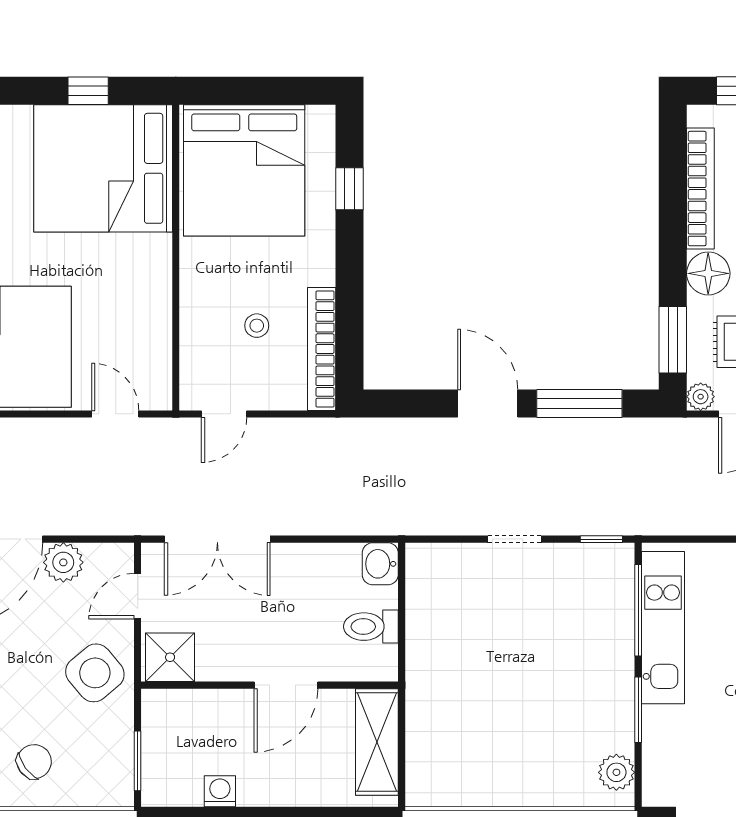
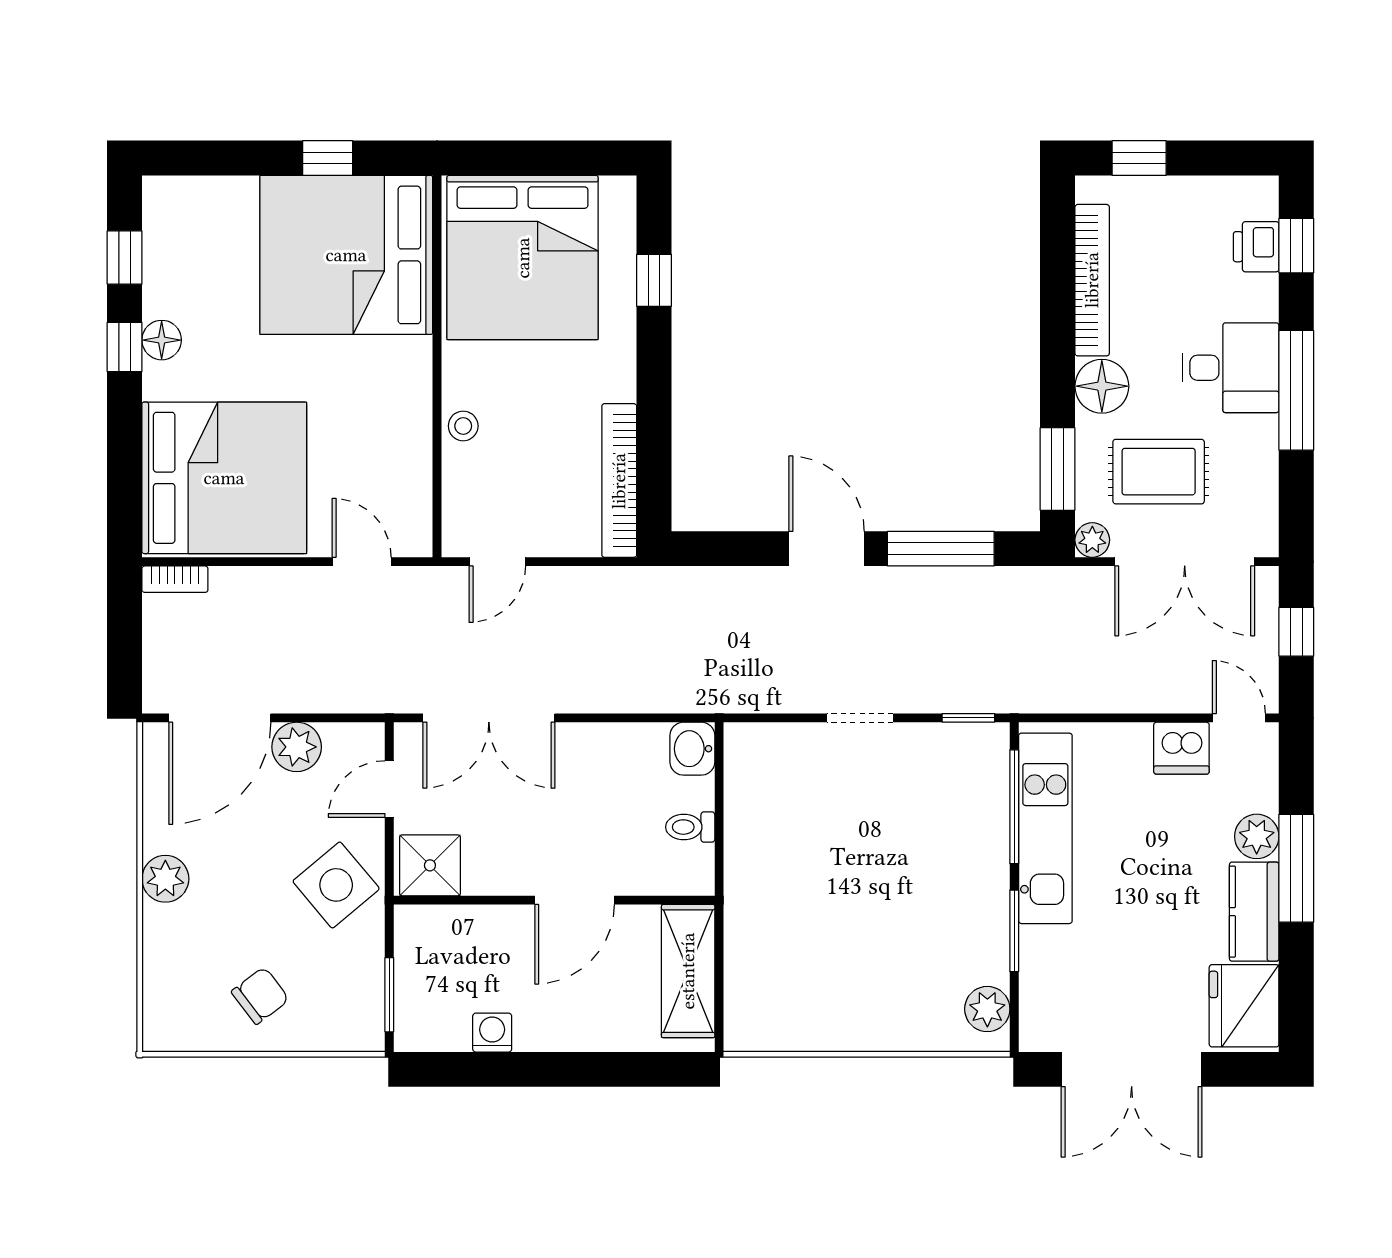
stool: (257, 326) -> (463, 426), moved
toilet: (371, 627) -> (690, 827), width x0.73, depth x0.72

